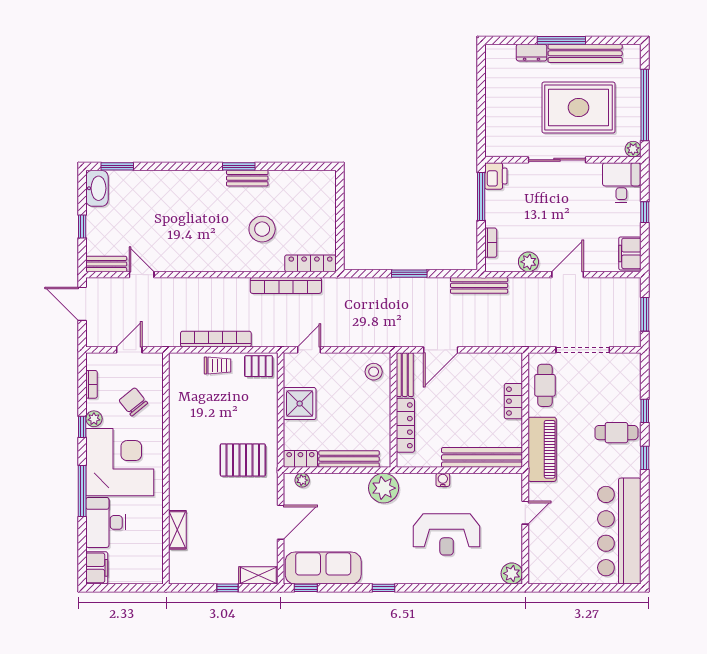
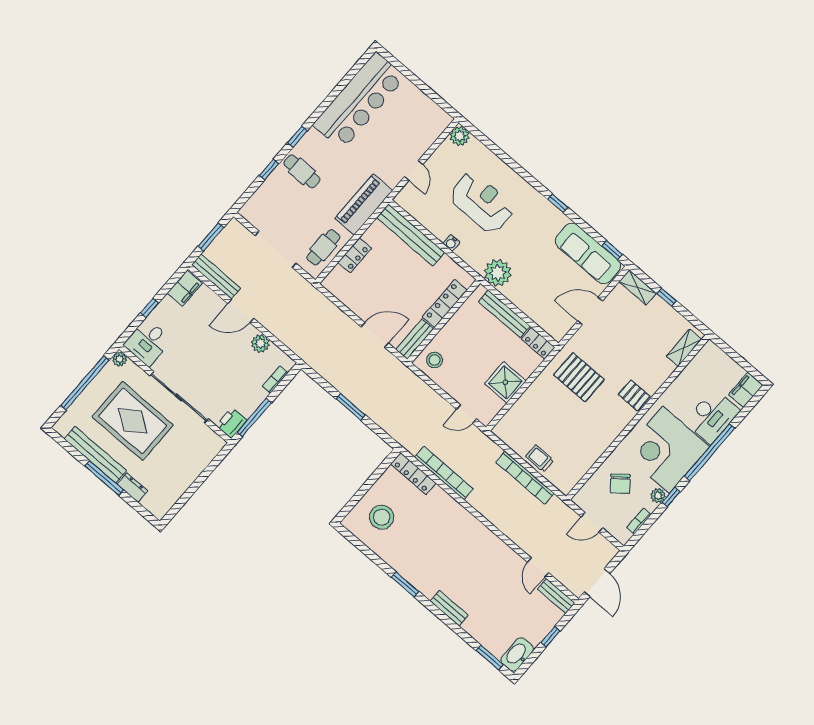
sliding door: (557, 160) -> (179, 397), width x1.36
bench: (247, 178) -> (449, 608), moved
stool: (262, 229) -> (382, 517), moved
bench: (479, 285) -> (216, 276), moved
pallet: (259, 366) -> (634, 395), moved
plant: (302, 480) -> (550, 327), removed
window: (82, 491) -> (710, 452), width x1.46
door: (525, 513) -> (414, 170), swing flipped
shelving: (177, 530) -> (684, 348), moved

